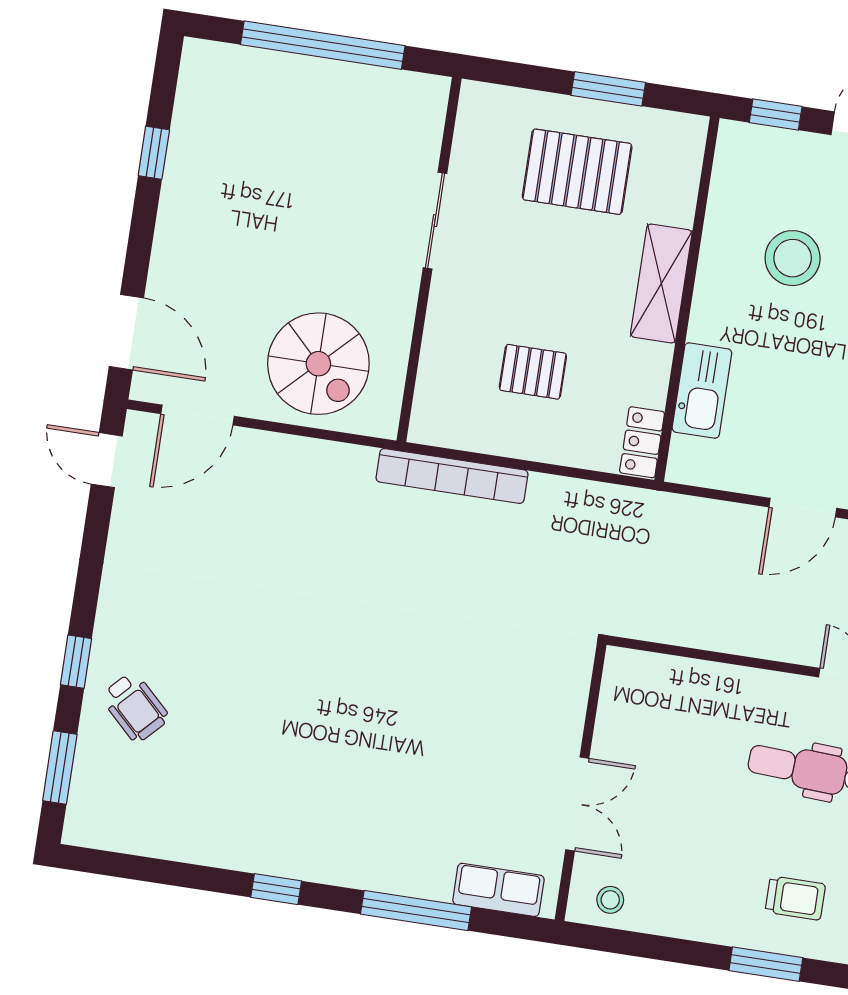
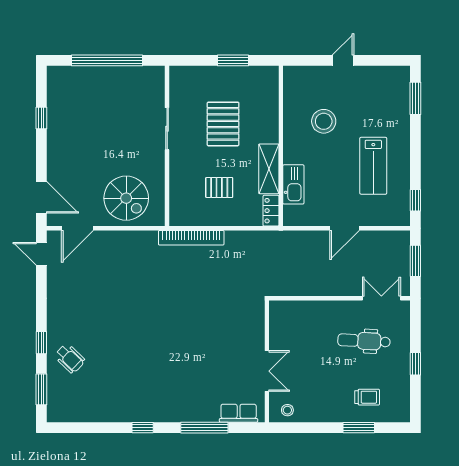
window: (776, 114) -> (307, 60), removed
pallet: (577, 172) -> (223, 124), moved, turned 90
shelving: (661, 284) -> (269, 169), moved

